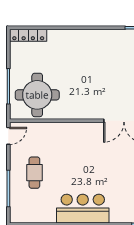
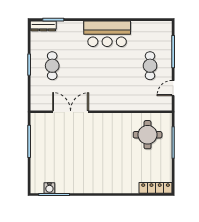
round table: (37, 95) -> (148, 135), width x0.73, depth x0.73
door: (8, 136) -> (173, 88), moved

